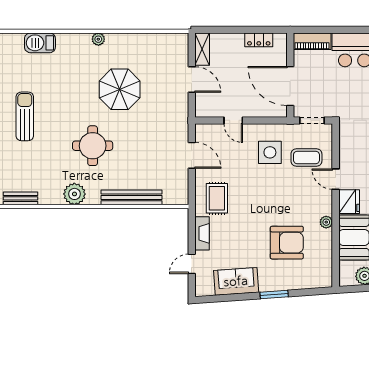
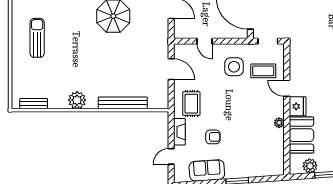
round table: (93, 146) -> (92, 61), removed
armchair: (287, 243) -> (213, 137), moved, width x0.53, depth x0.53

